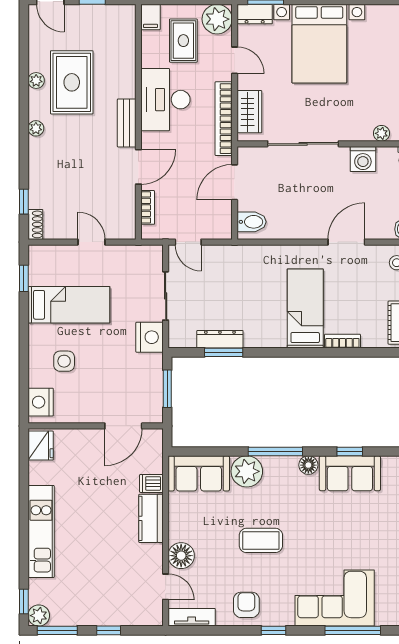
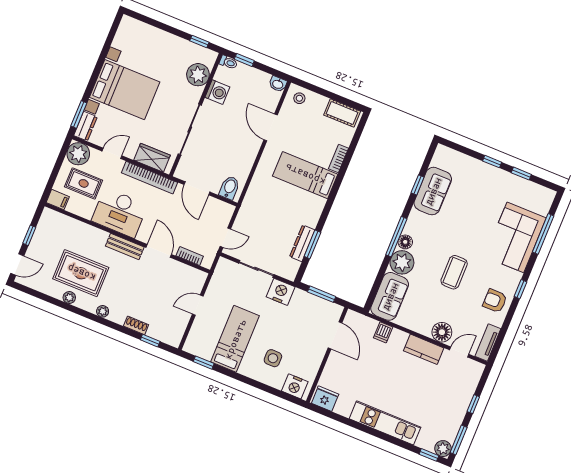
plant: (381, 133) -> (198, 75), width x1.87, depth x1.87
shoe rack: (35, 224) -> (136, 325), moved
floor lamp: (308, 465) -> (405, 242), moved
kitchen counter: (151, 518) -> (424, 349), moved

